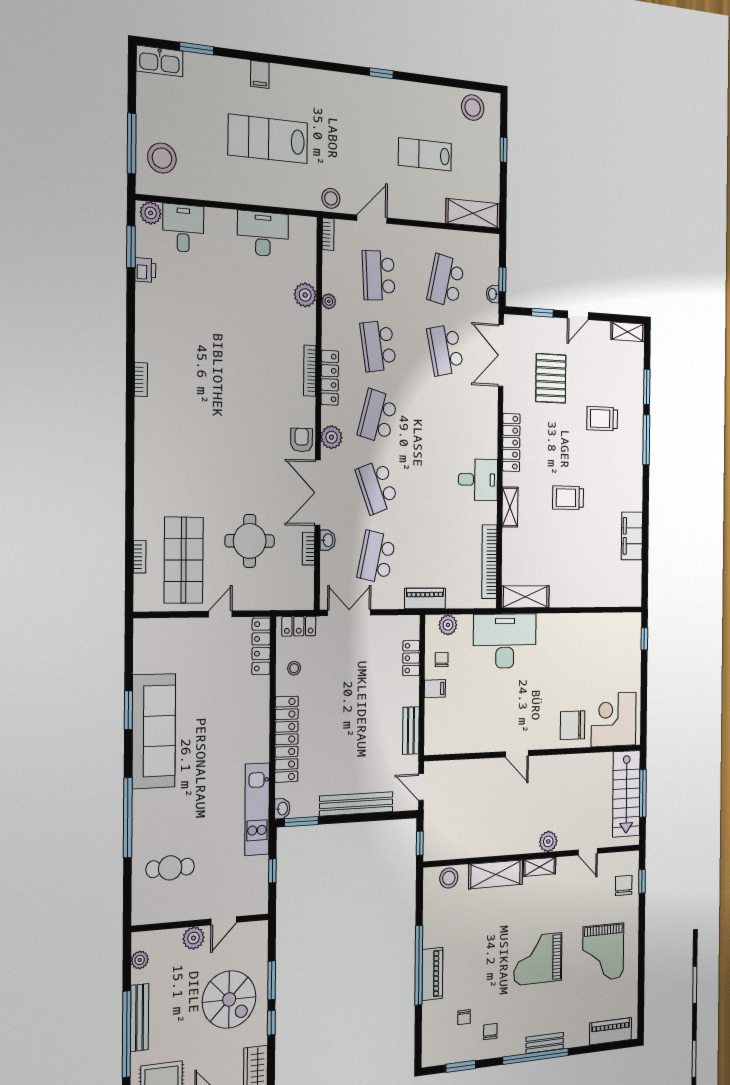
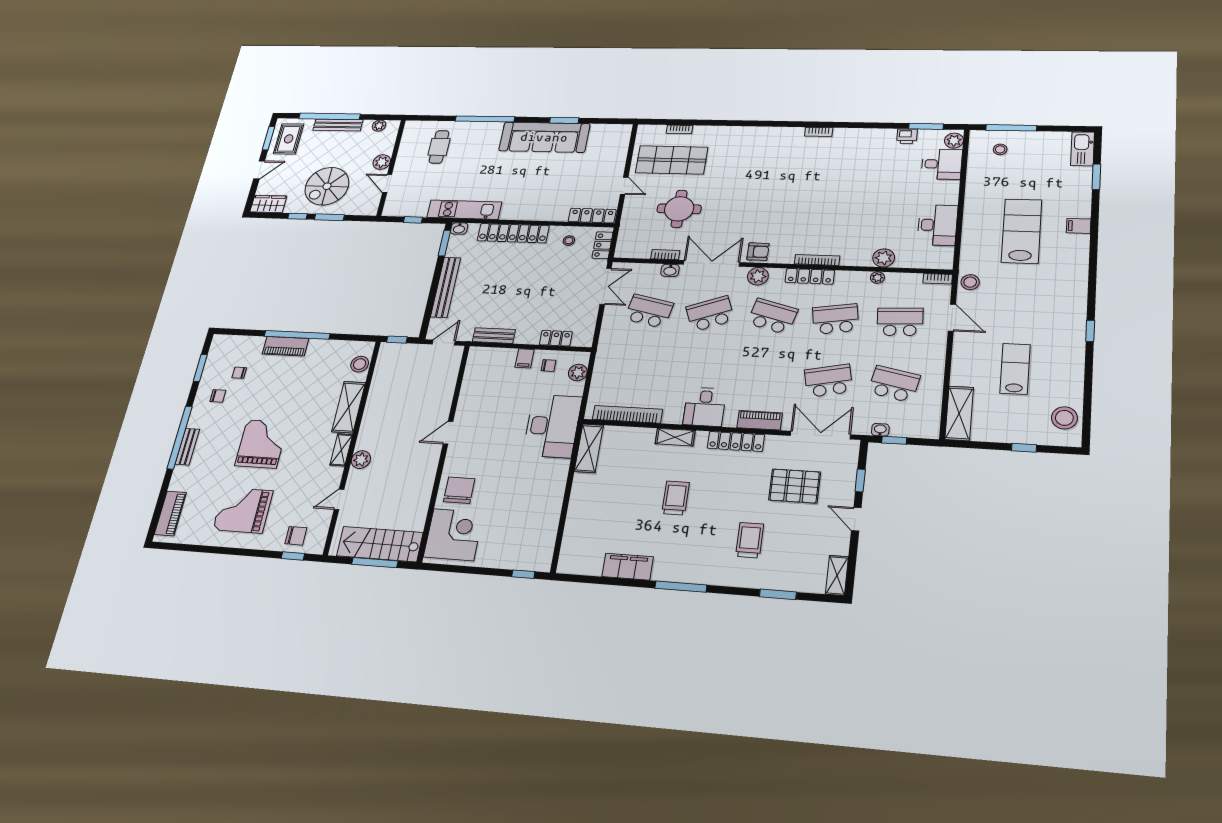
stool: (162, 158) -> (1000, 149), width x0.53, depth x0.53
window: (646, 440) -> (681, 587), moved
piano: (425, 598) -> (760, 420), moved, turned -90

